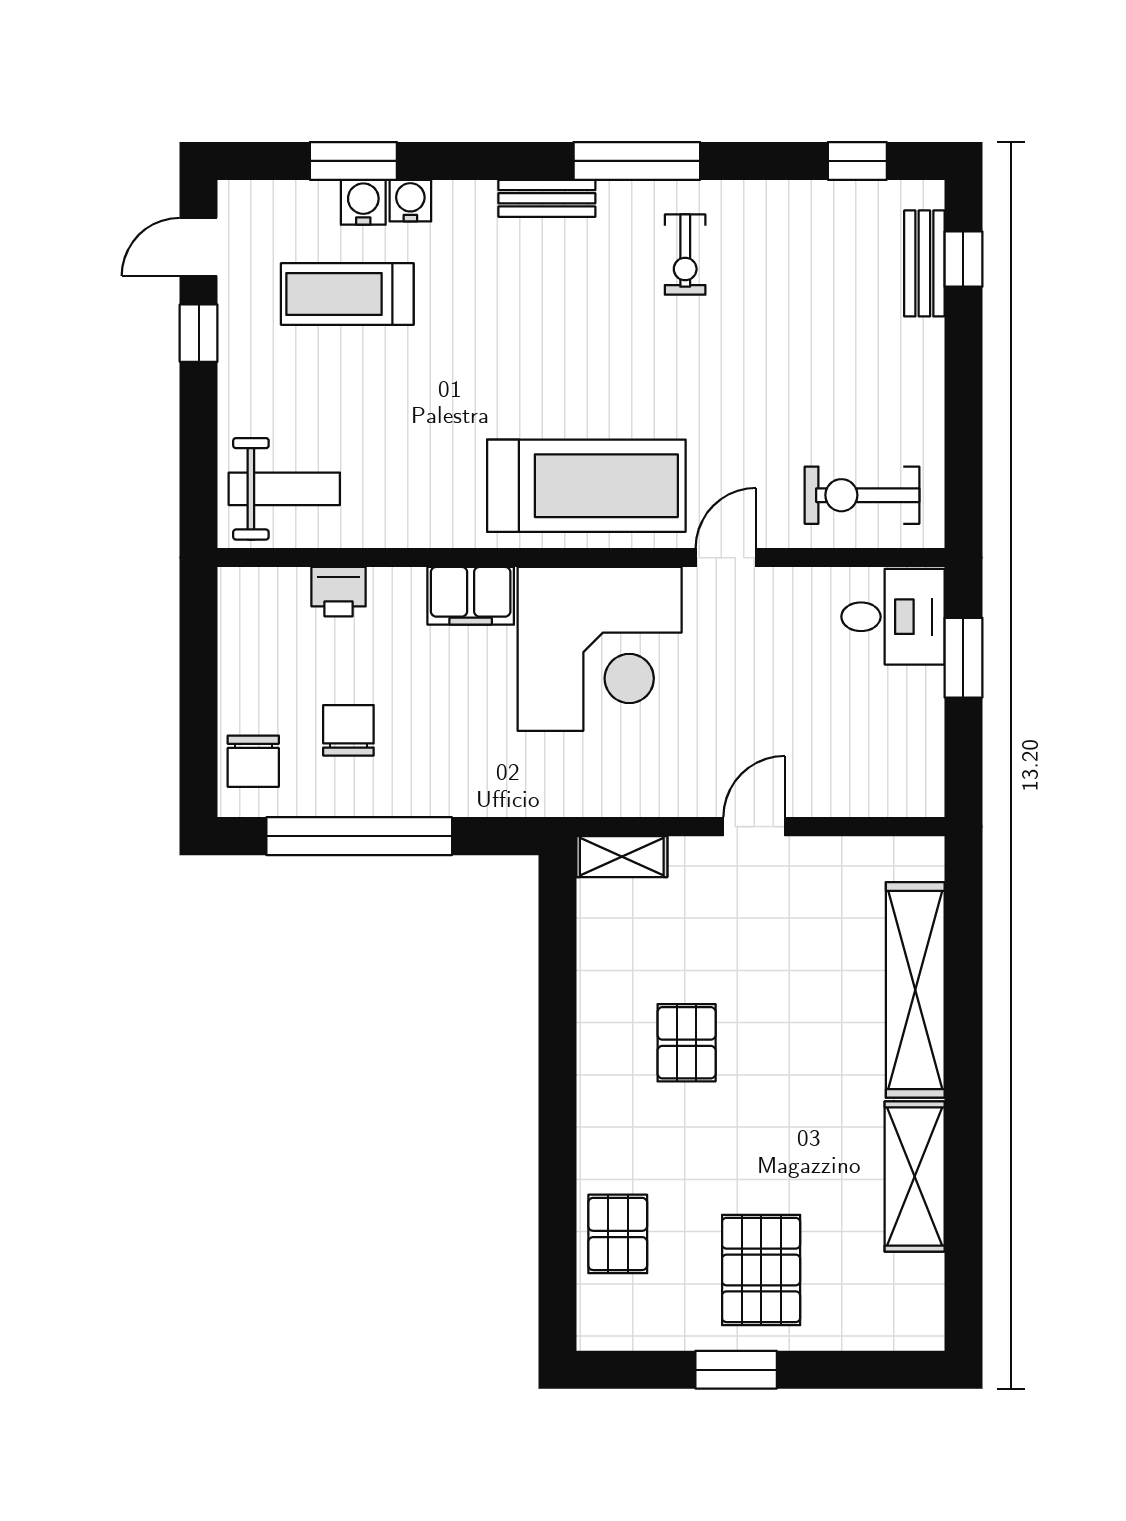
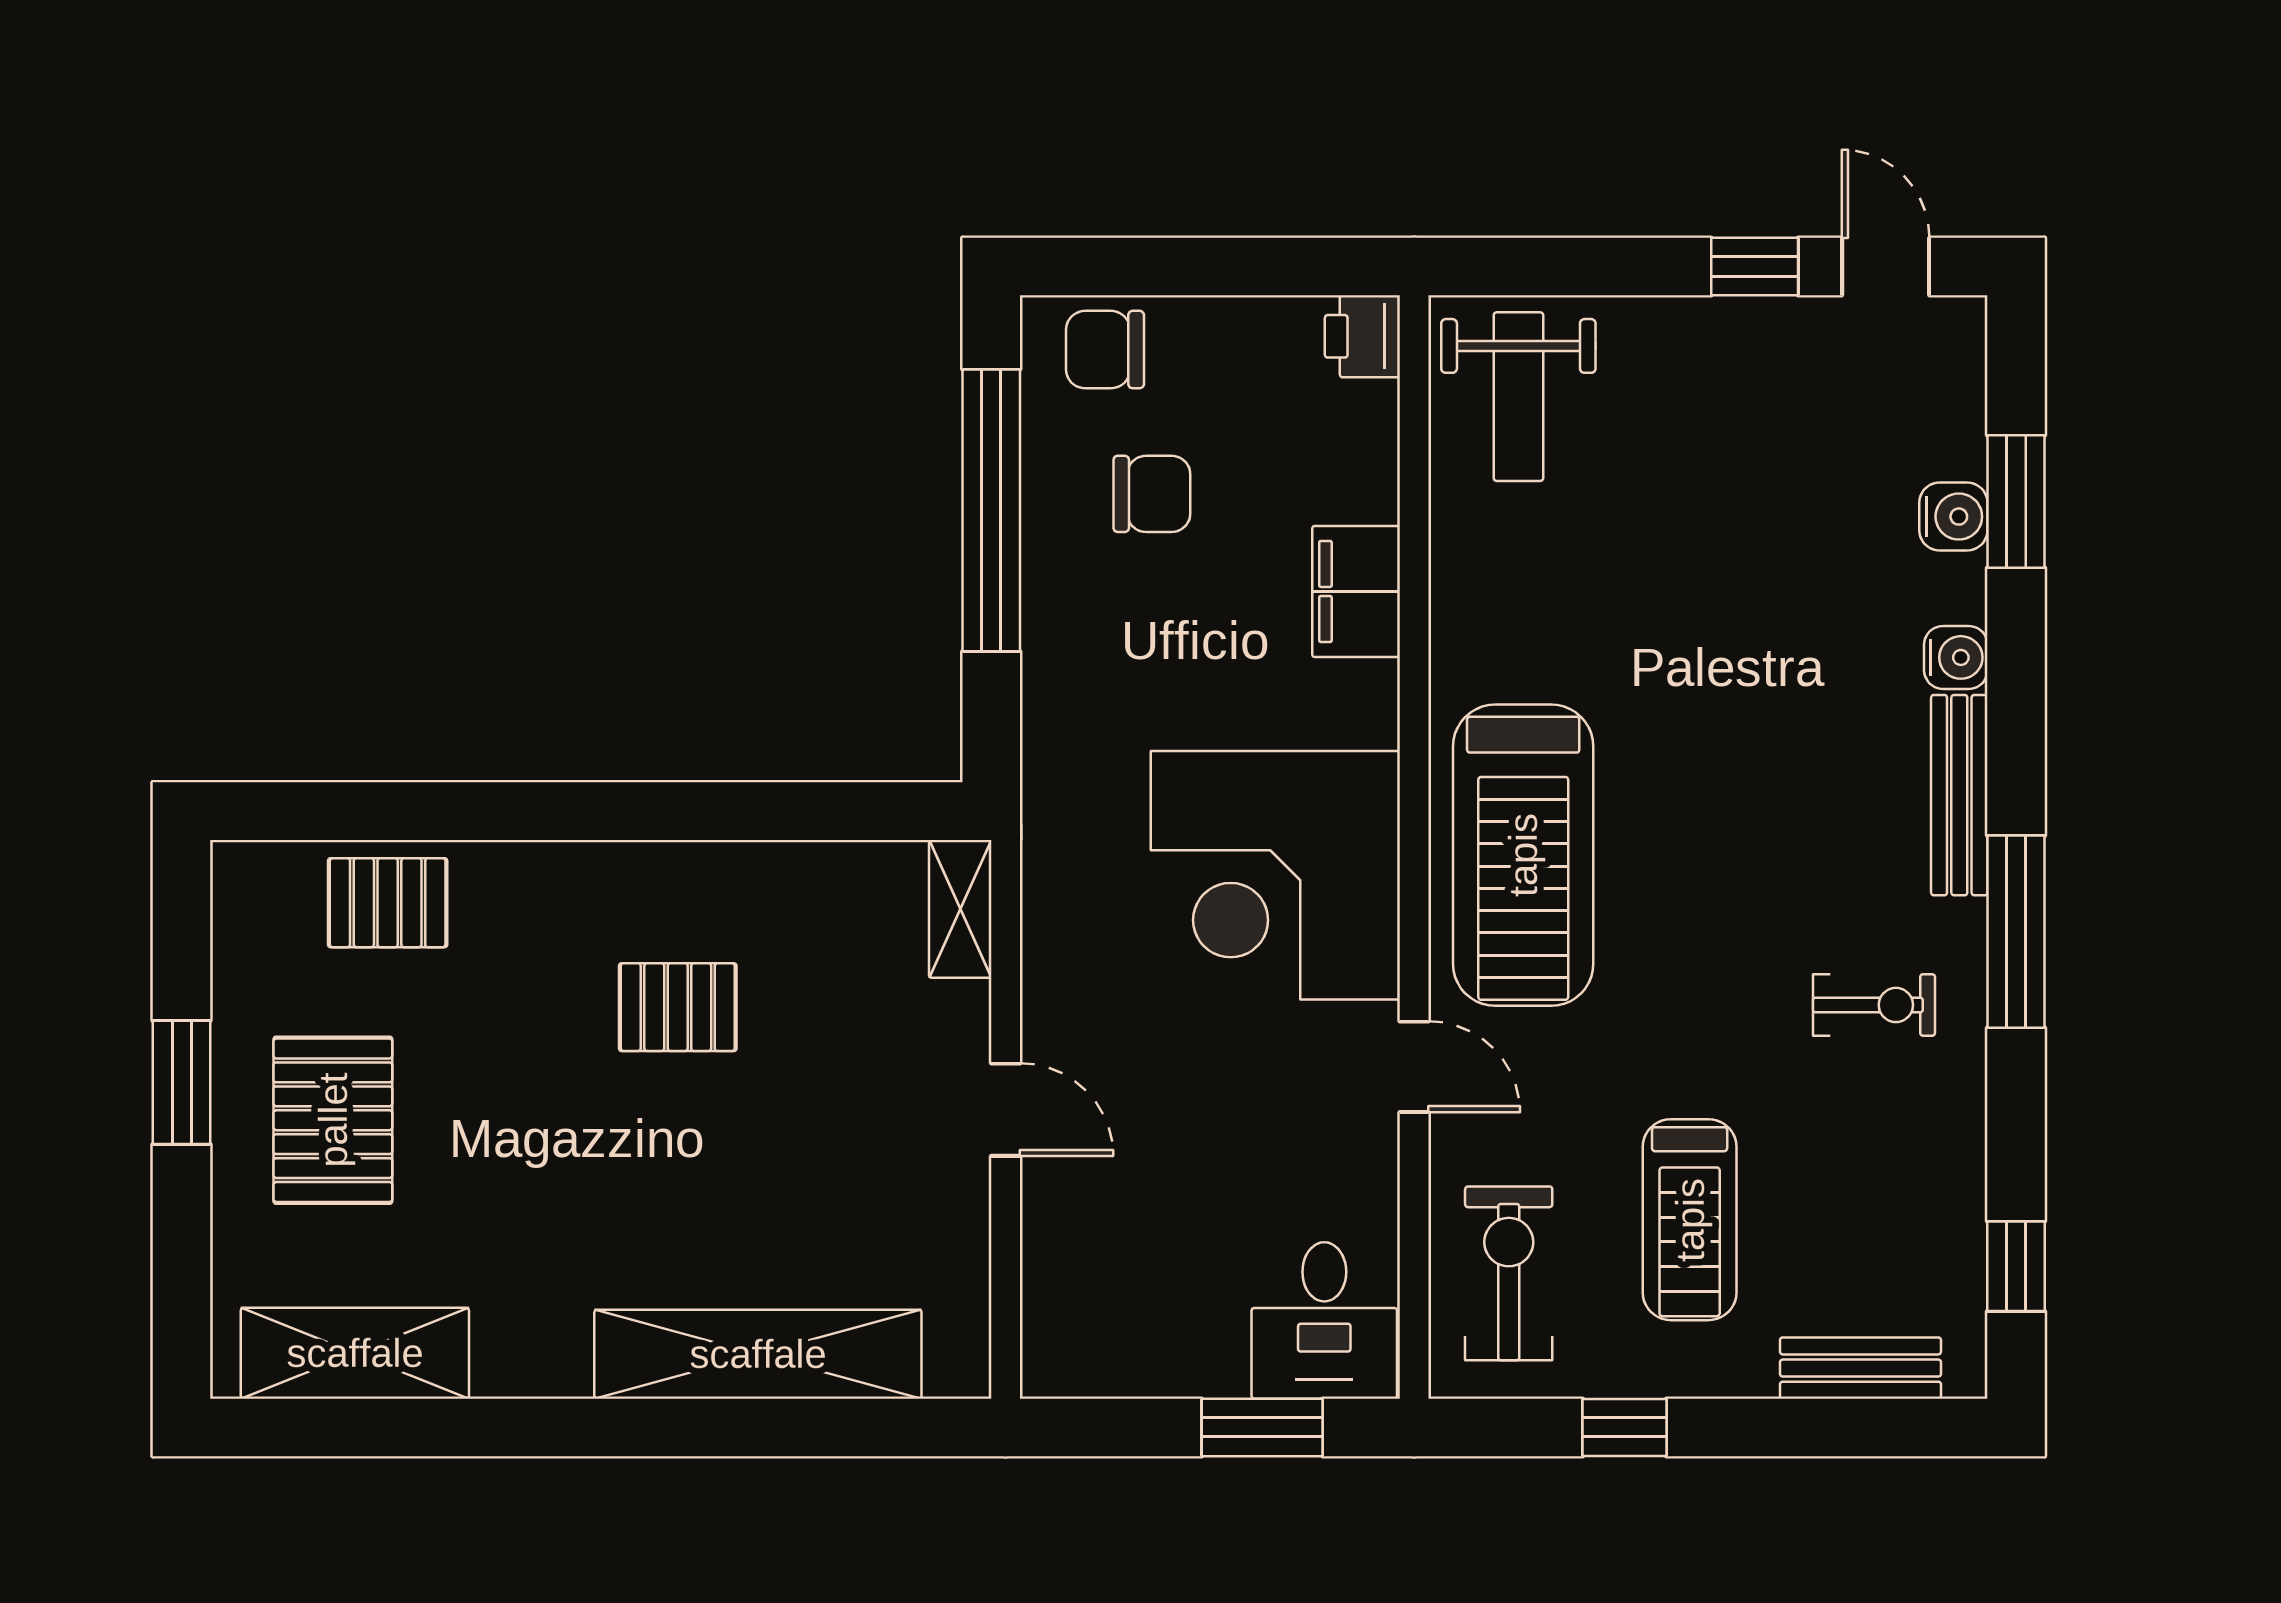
bench: (547, 198) -> (1959, 795), width x1.36
water cooler: (410, 201) -> (1956, 657), moved
exercise bike: (685, 255) -> (1874, 1005), turned 180
window: (963, 259) -> (1625, 1427), moved
treadmill: (347, 294) -> (1690, 1220), moved, turned 180
printer: (339, 592) -> (1362, 336), moved
filing cabinet: (471, 596) -> (1356, 591), moved
shelving: (915, 1176) -> (355, 1353), moved
pallet: (761, 1270) -> (333, 1120), turned 90

